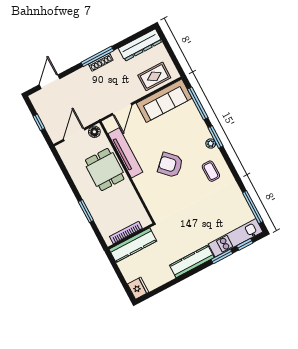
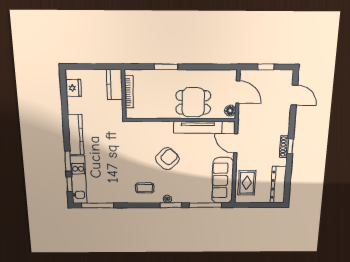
window: (97, 56) -> (290, 146), width x0.46
kitchen counter: (133, 245) -> (115, 85), width x0.67
fridge: (138, 288) -> (73, 88), moved, turned -90

